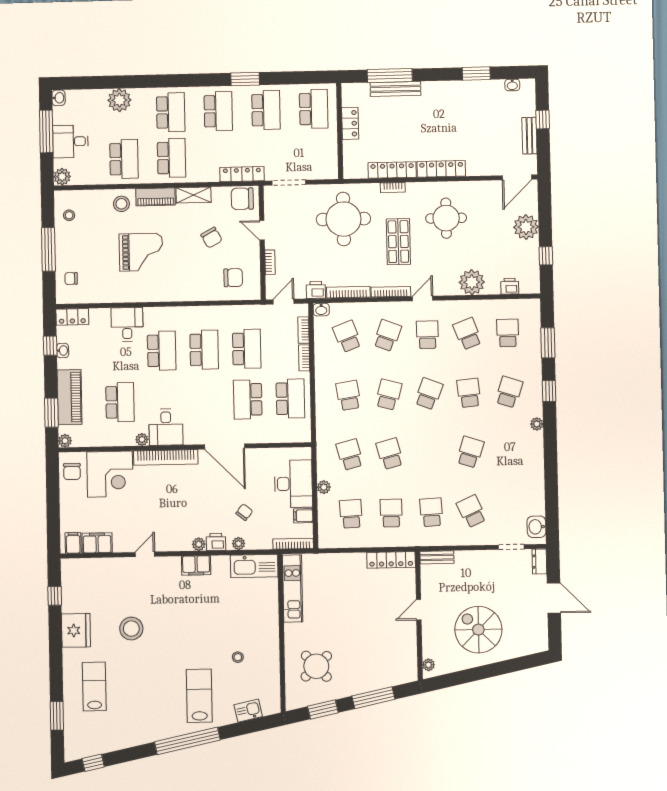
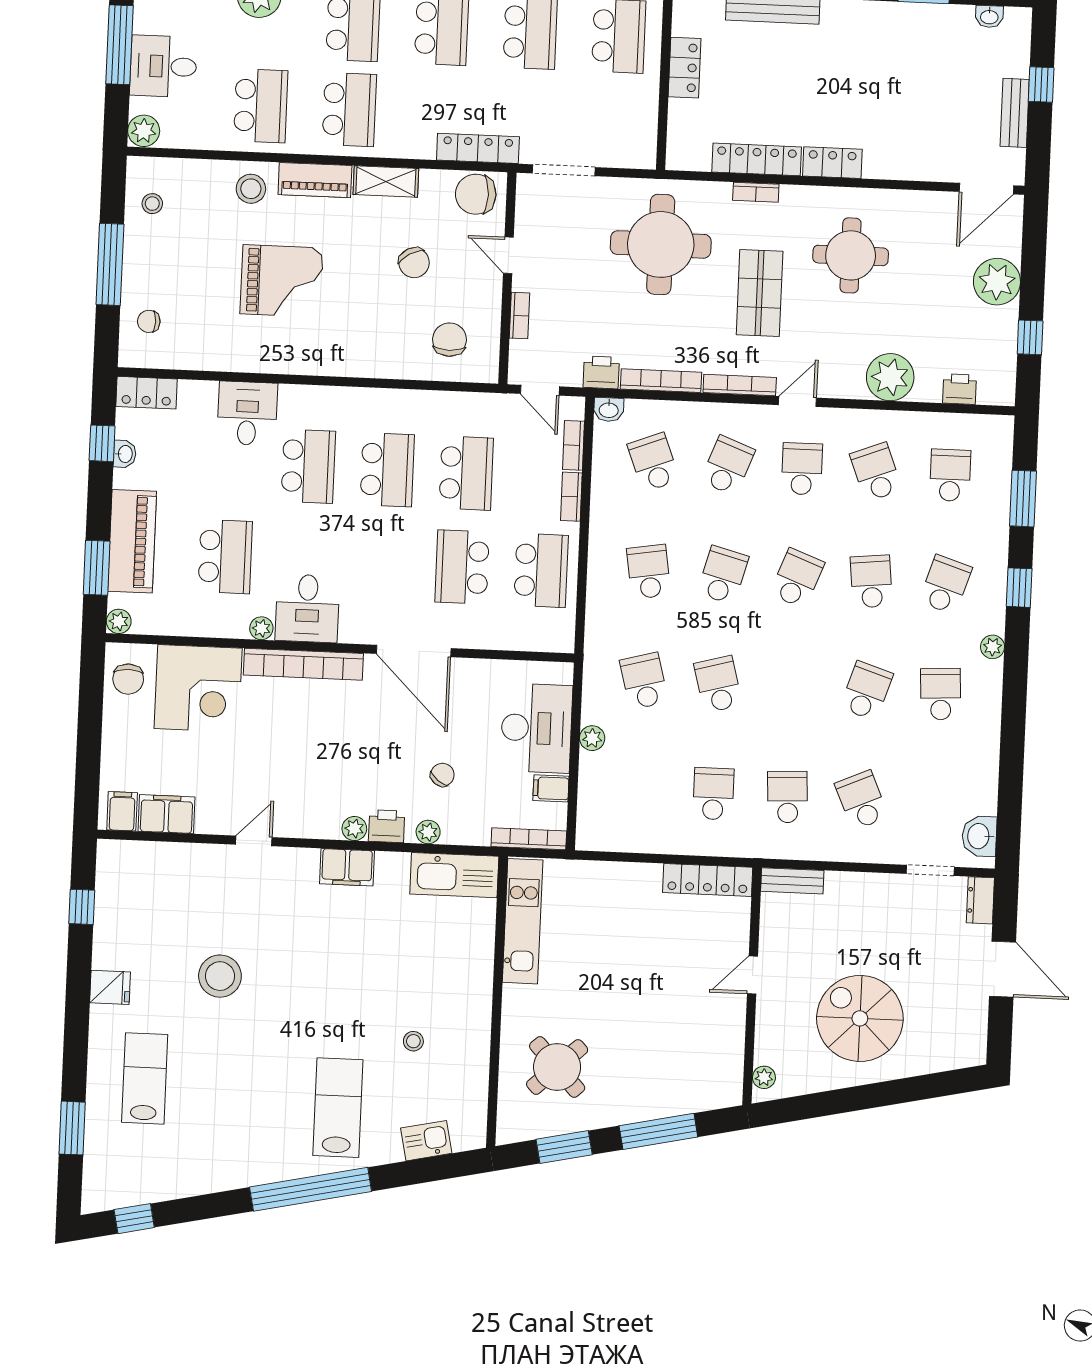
locker: (441, 169) -> (832, 163), width x0.66
chair: (233, 278) -> (450, 340), turned -90
door: (284, 302) -> (540, 390), swing flipped
school desk: (351, 514) -> (941, 694), moved
fridge: (76, 630) -> (110, 987), width x0.53, depth x0.75

